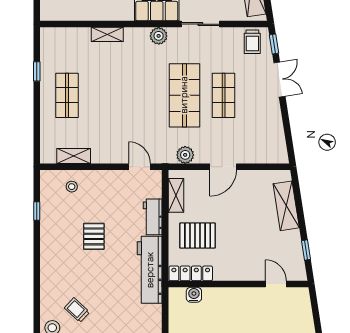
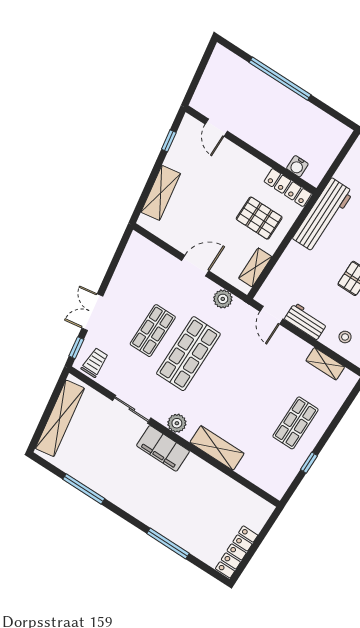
shelving: (107, 34) -> (217, 448), width x1.50, depth x1.33
workbench: (153, 217) -> (306, 321), moved, turned -90

